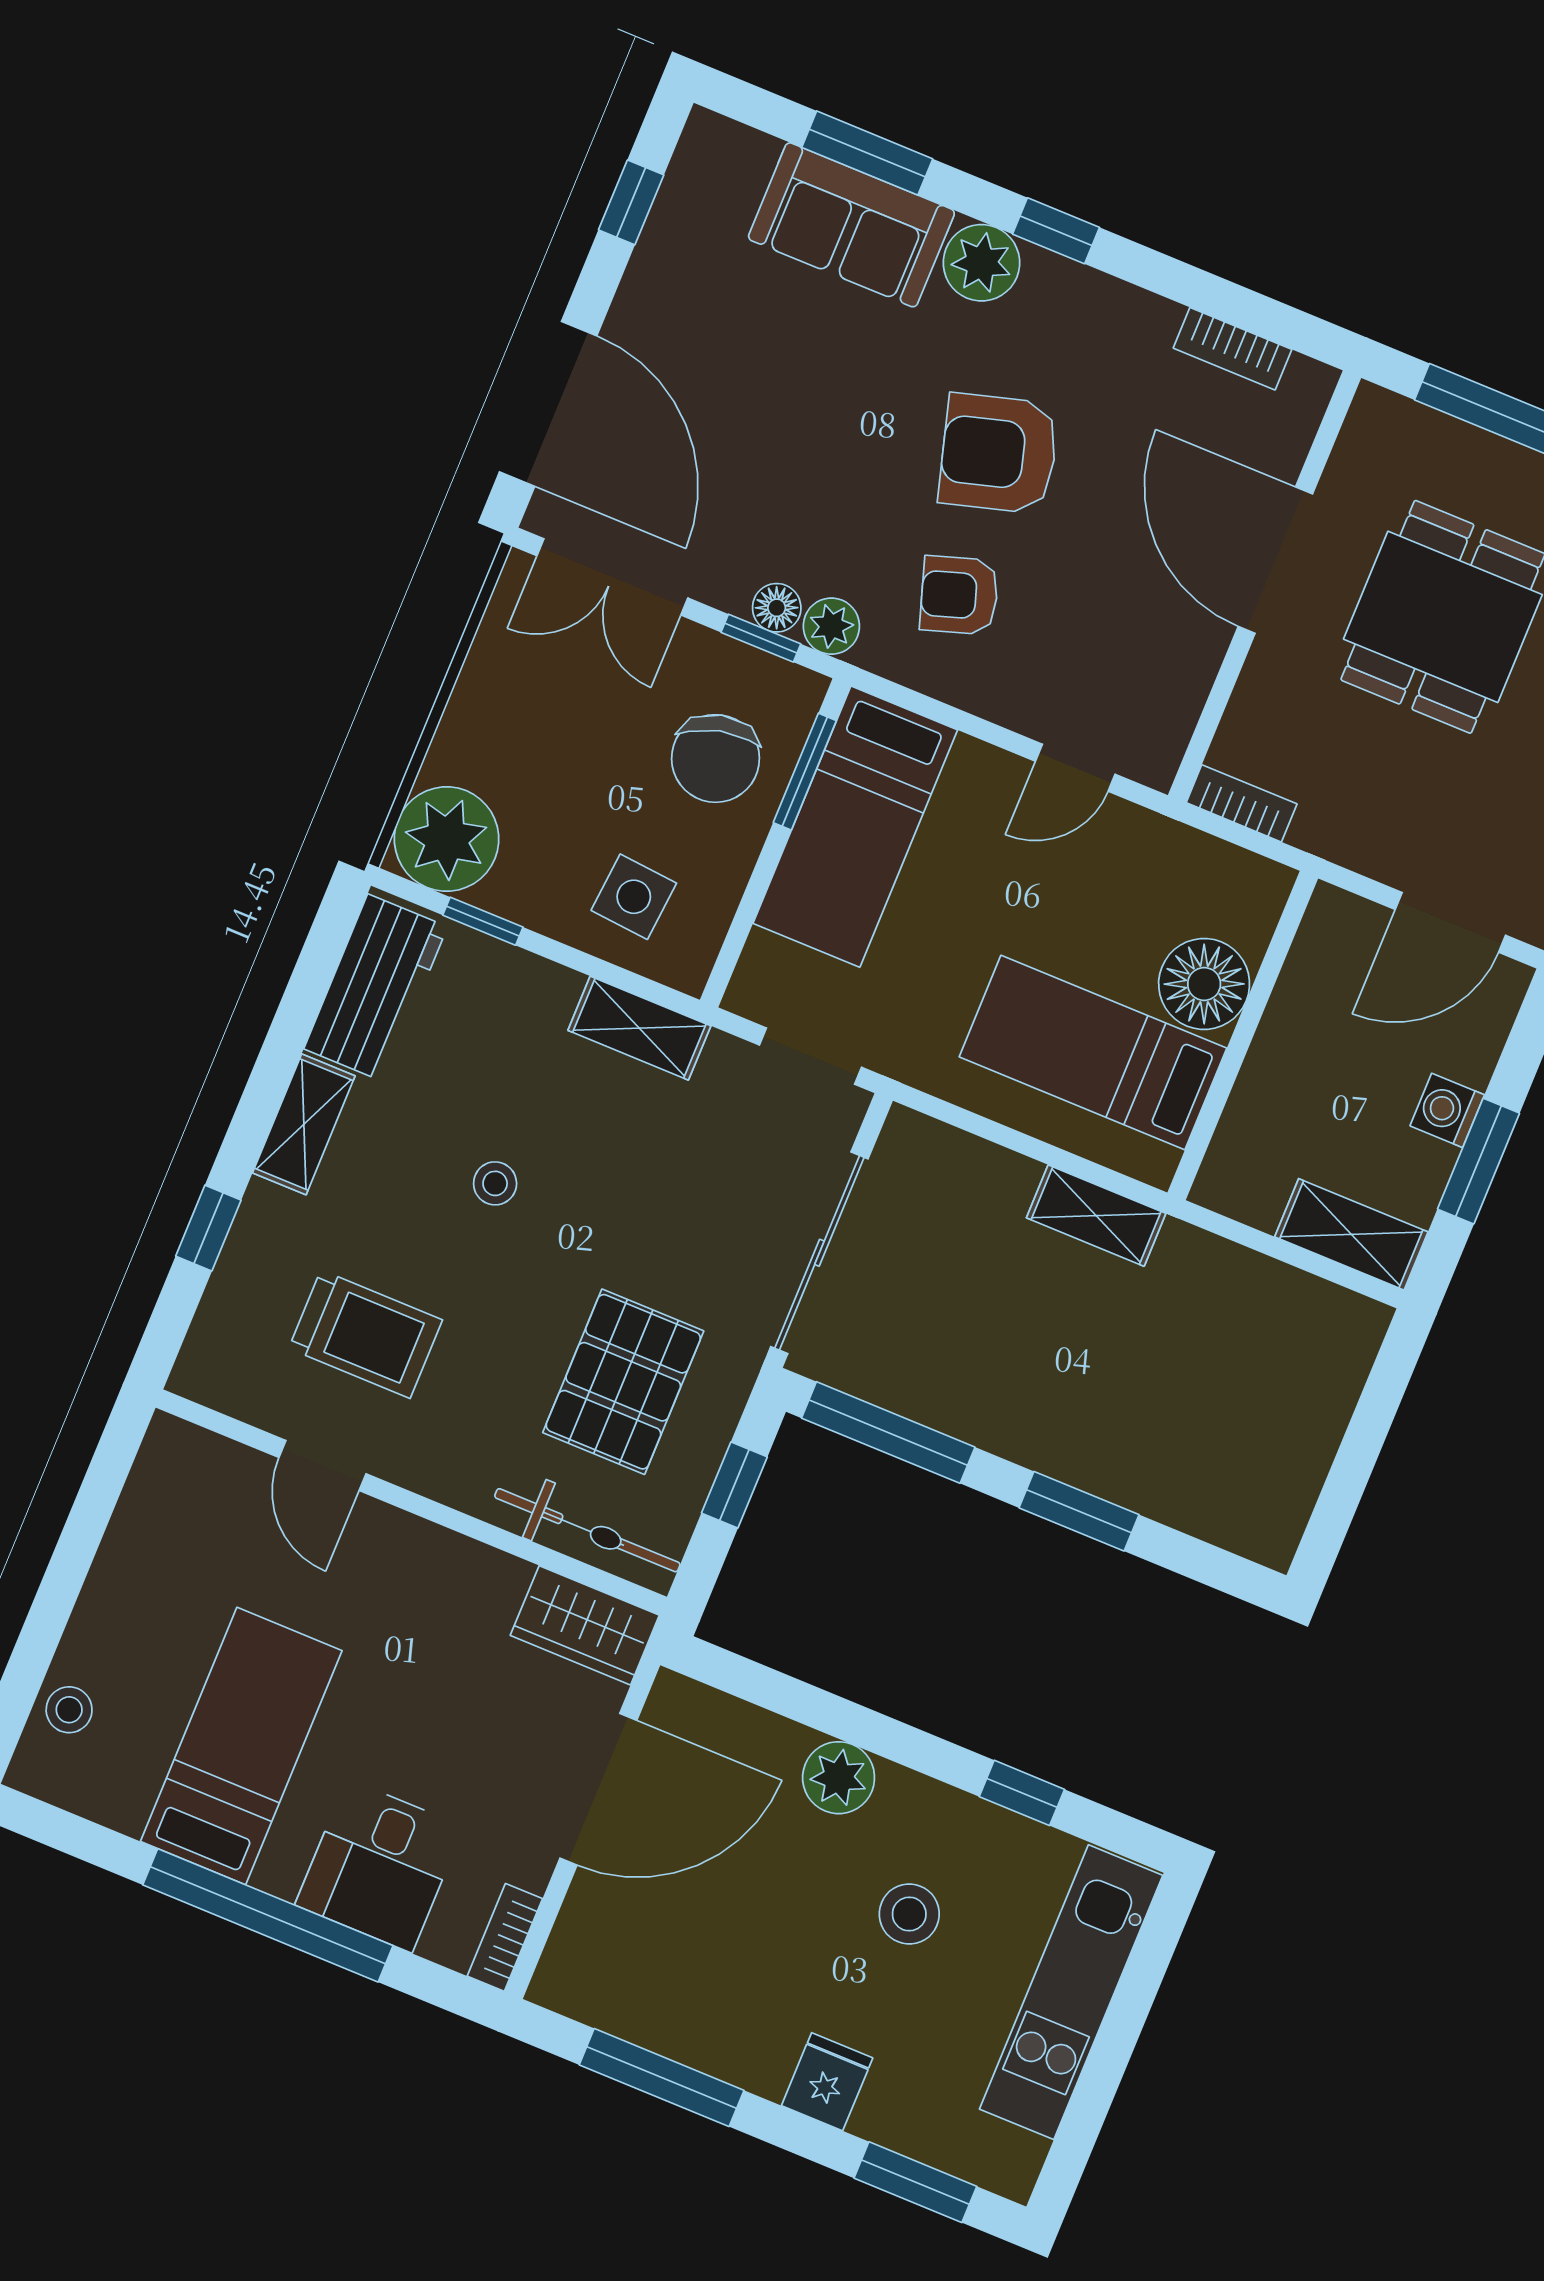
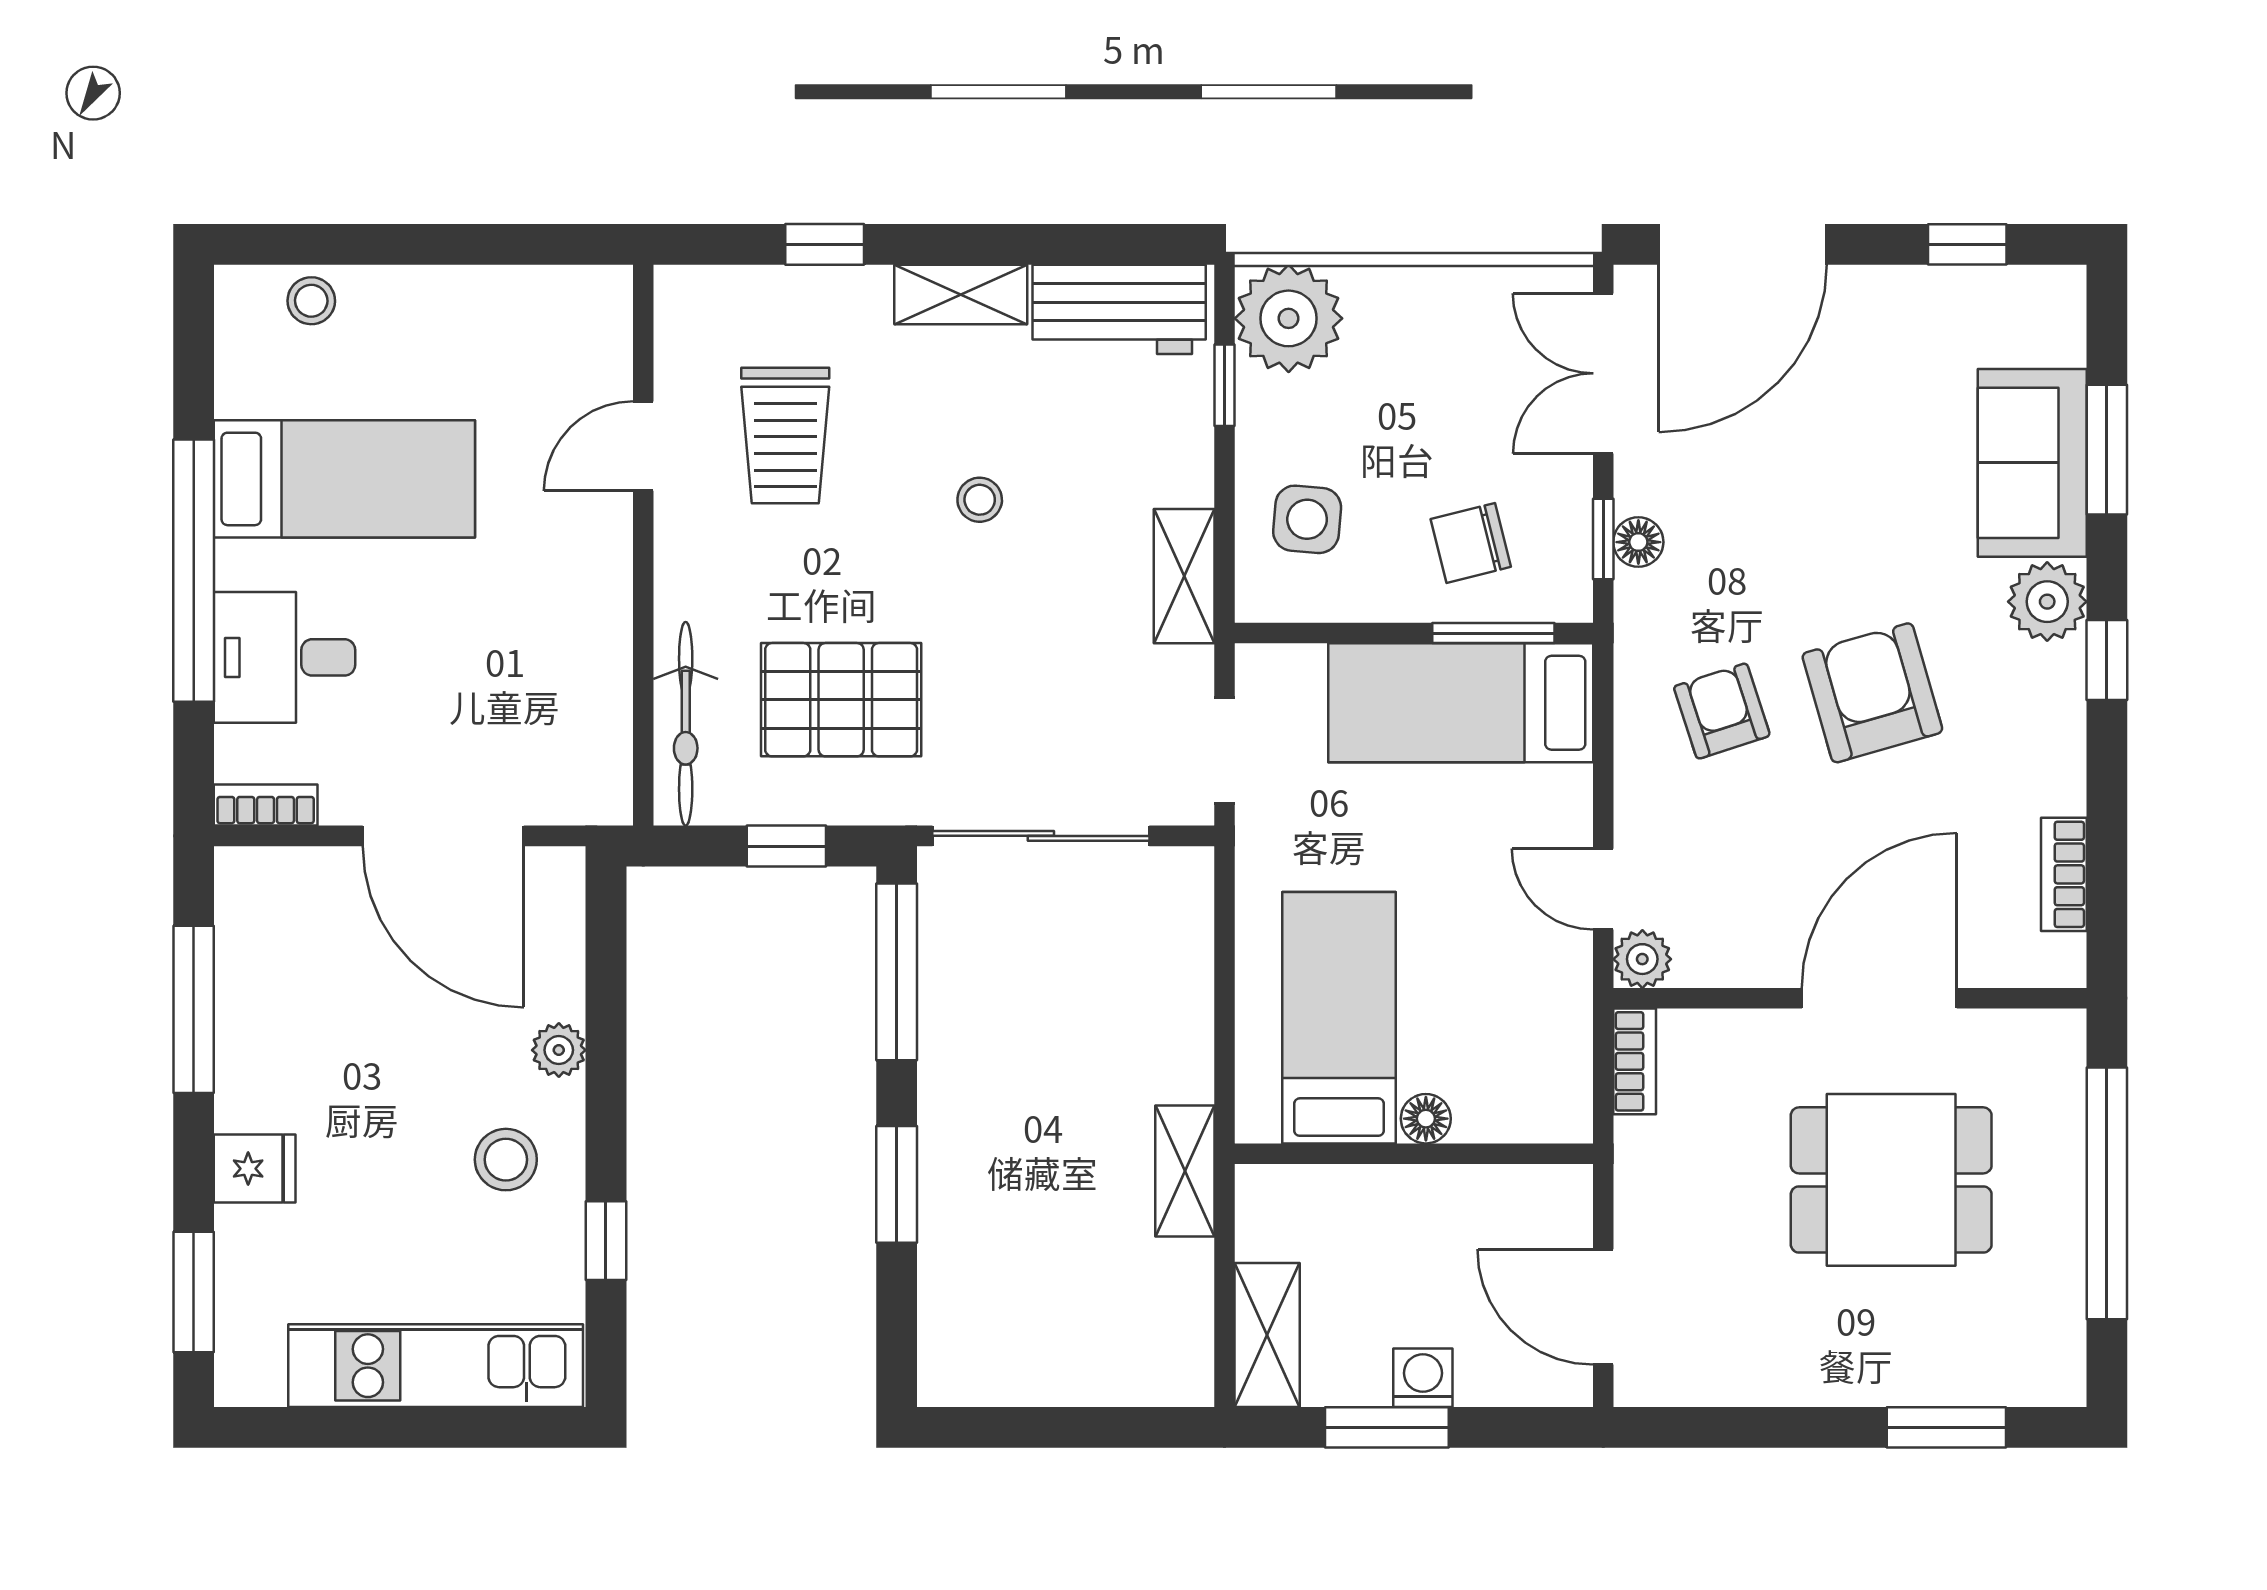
plant: (831, 626) -> (1642, 959), moved
chair: (716, 758) -> (1471, 543), width x0.73, depth x0.73
floor lamp: (1204, 984) -> (1426, 1119), width x0.53, depth x0.53
shelving: (1096, 1216) -> (1185, 1171), moved
wardrobe: (585, 1625) -> (594, 759), removed
plant: (839, 1778) -> (559, 1050), width x0.73, depth x0.73
stool: (909, 1914) -> (506, 1160), moved

